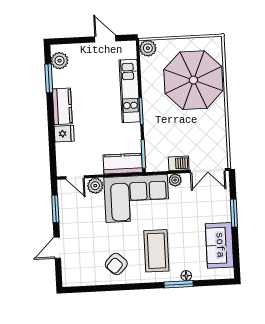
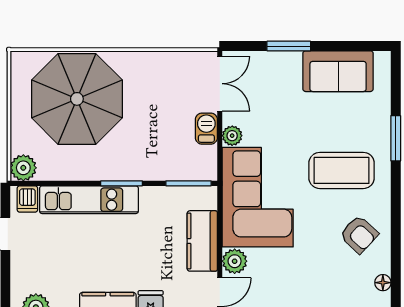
dishwasher: (128, 52) -> (27, 199), added
kitchen counter: (123, 164) -> (202, 241), moved
floor lamp: (186, 276) -> (383, 283), moved

